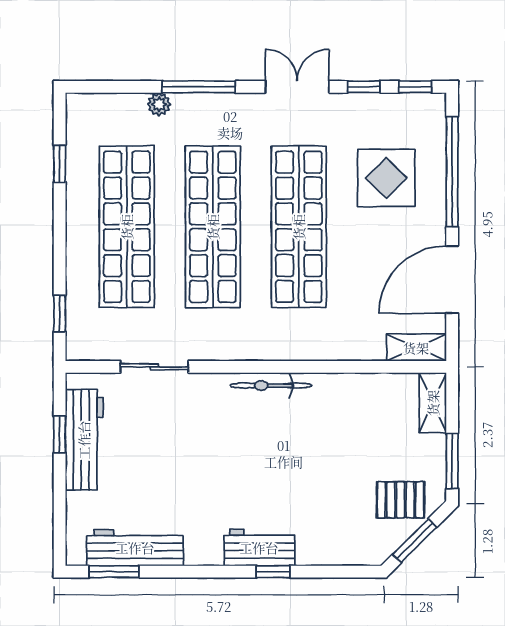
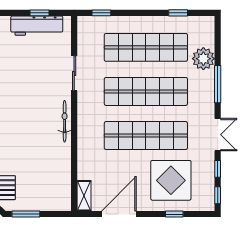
plant: (159, 104) -> (203, 59), width x1.88, depth x1.88
window: (452, 172) -> (174, 214), width x0.32
display table: (386, 178) -> (171, 180), width x1.36, depth x1.36
door: (452, 280) -> (119, 214), hinge flipped
sliding door: (154, 367) -> (74, 73), moved
shelving: (433, 403) -> (56, 204), removed

